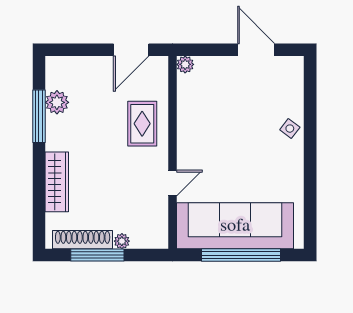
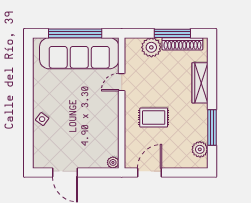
plant: (57, 102) -> (200, 149), moved
rug: (142, 124) -> (154, 118), moved, turned 90
plant: (122, 241) -> (151, 47), width x1.88, depth x1.88

